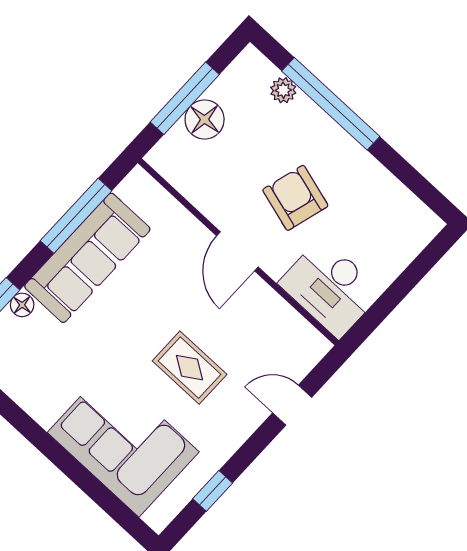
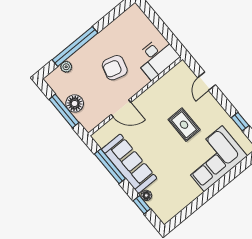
door: (237, 251) -> (121, 108), moved
rug: (190, 368) -> (184, 125), turned 90

